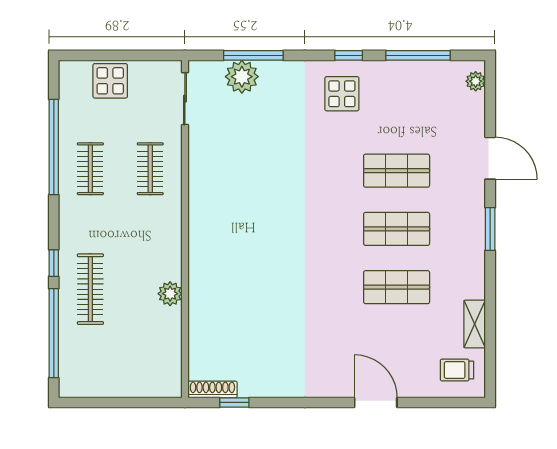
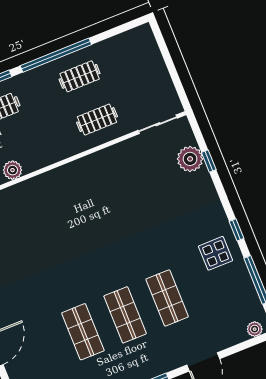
window: (253, 55) -> (209, 161), width x0.46
display table: (110, 81) -> (149, 65), removed
display table: (342, 94) -> (216, 253), moved
window: (54, 147) -> (56, 55), moved

